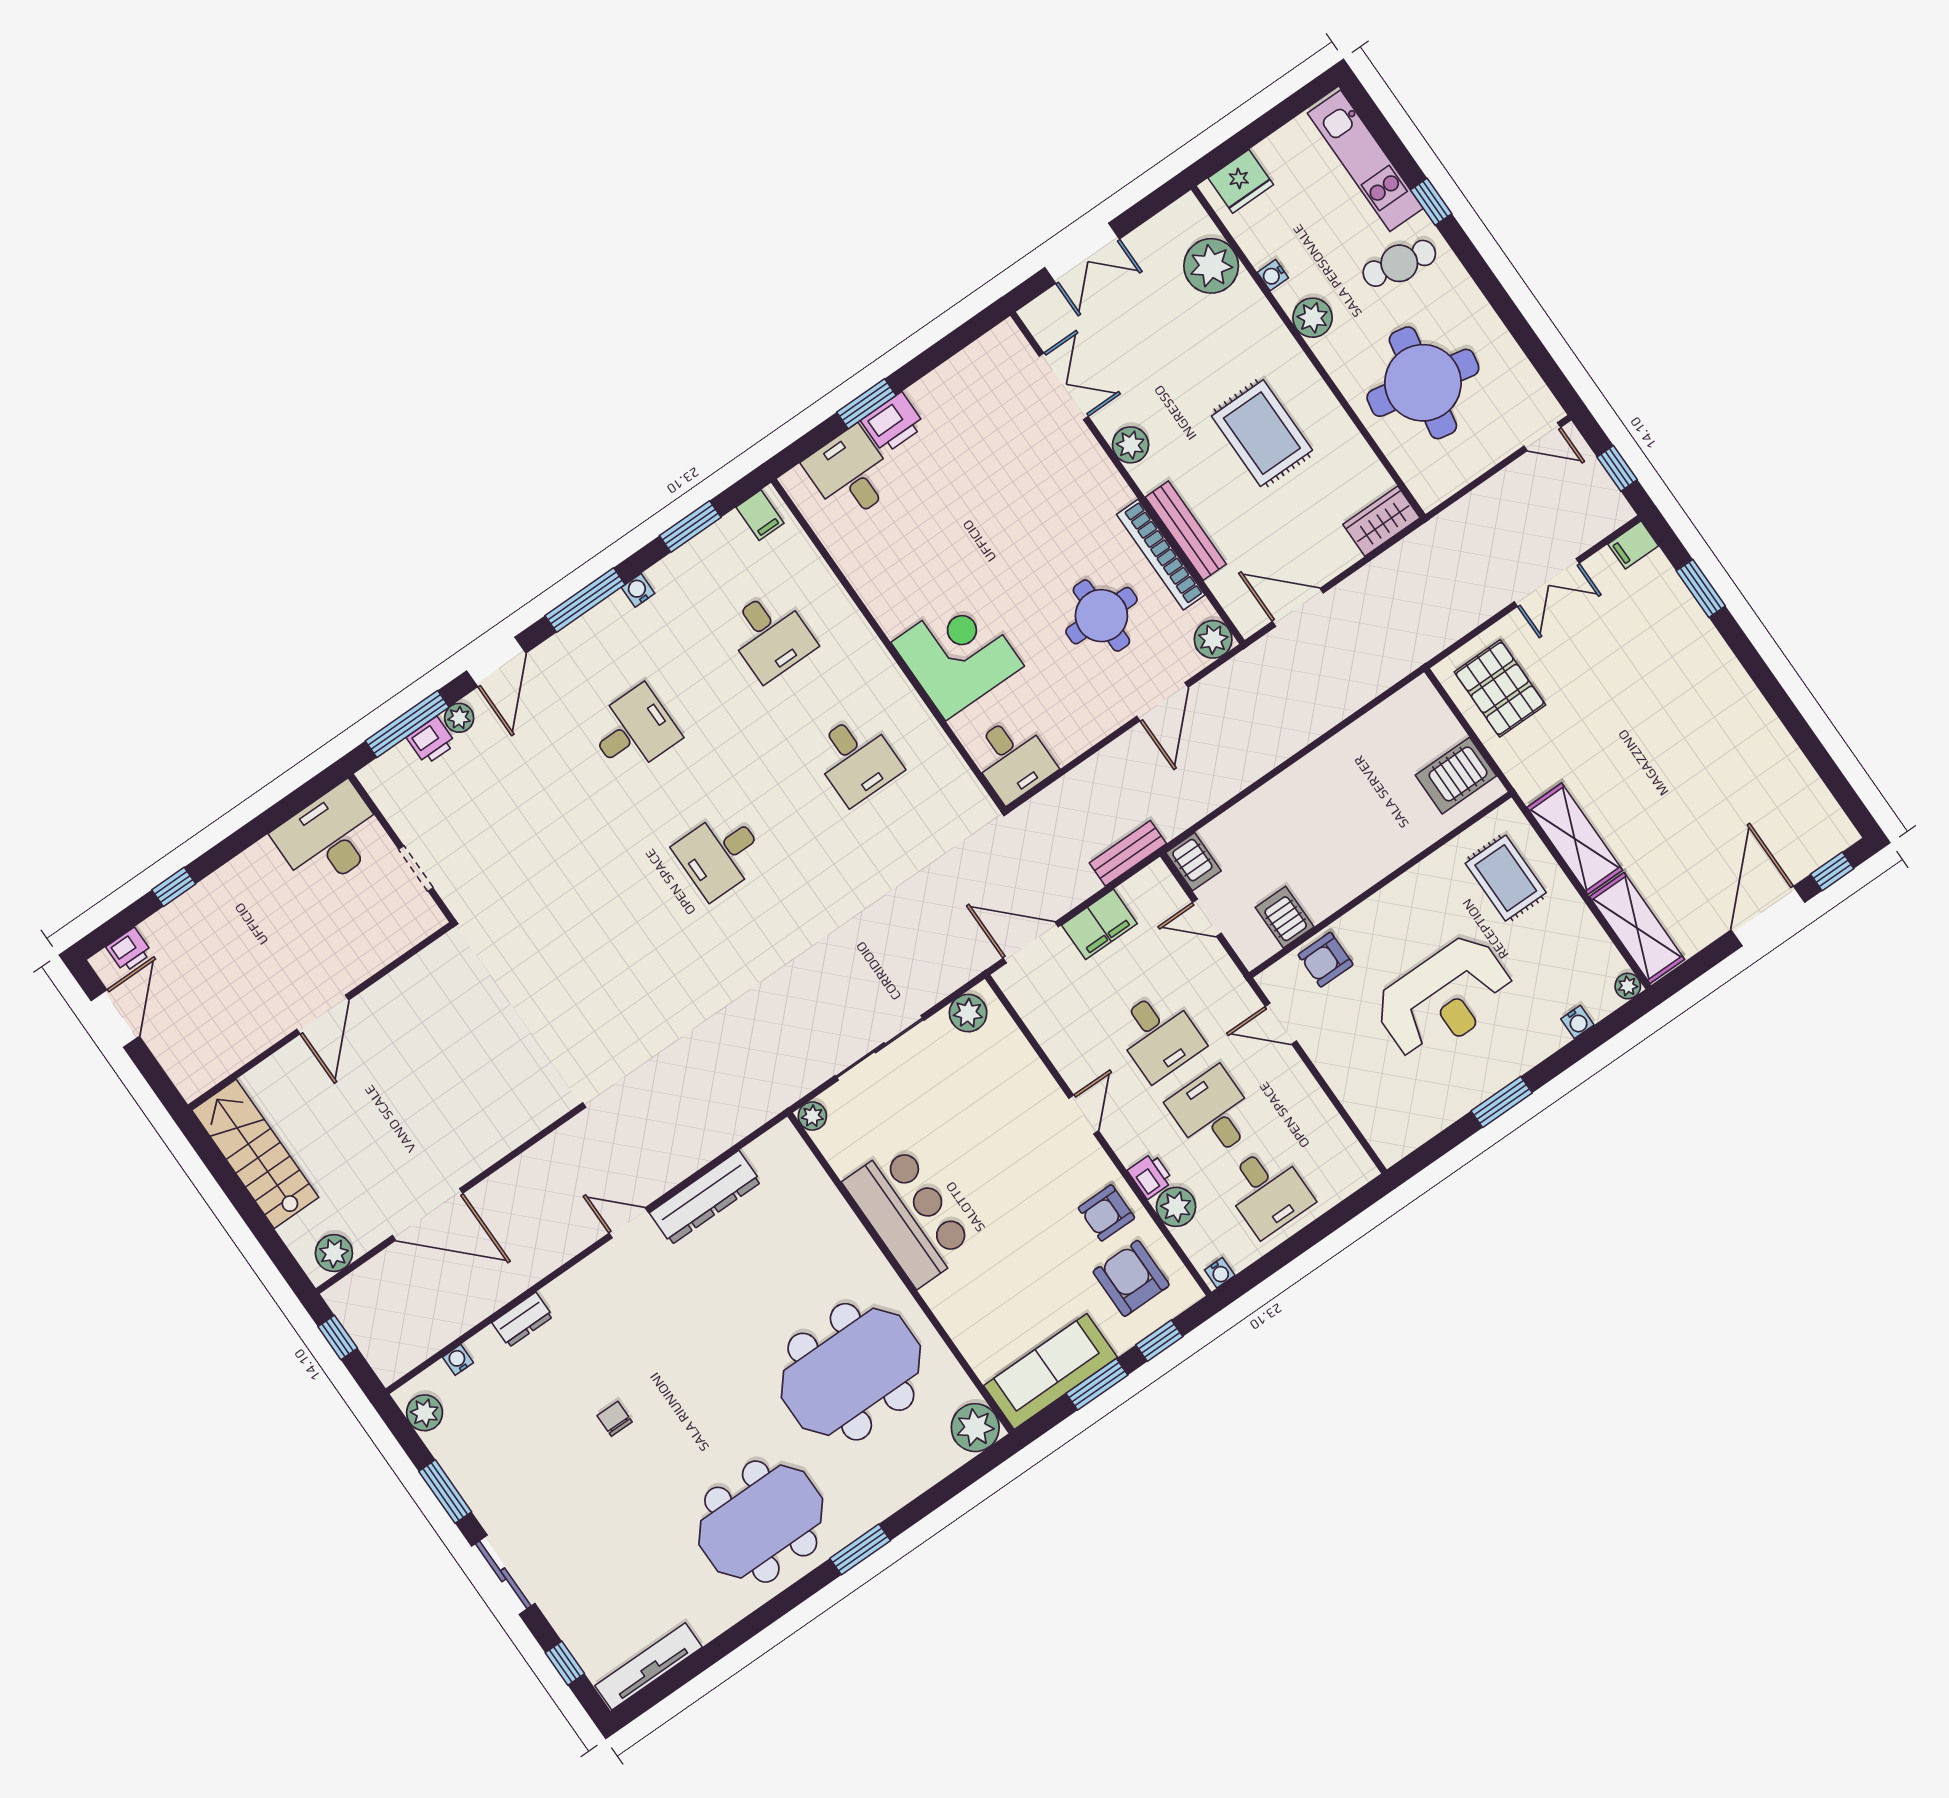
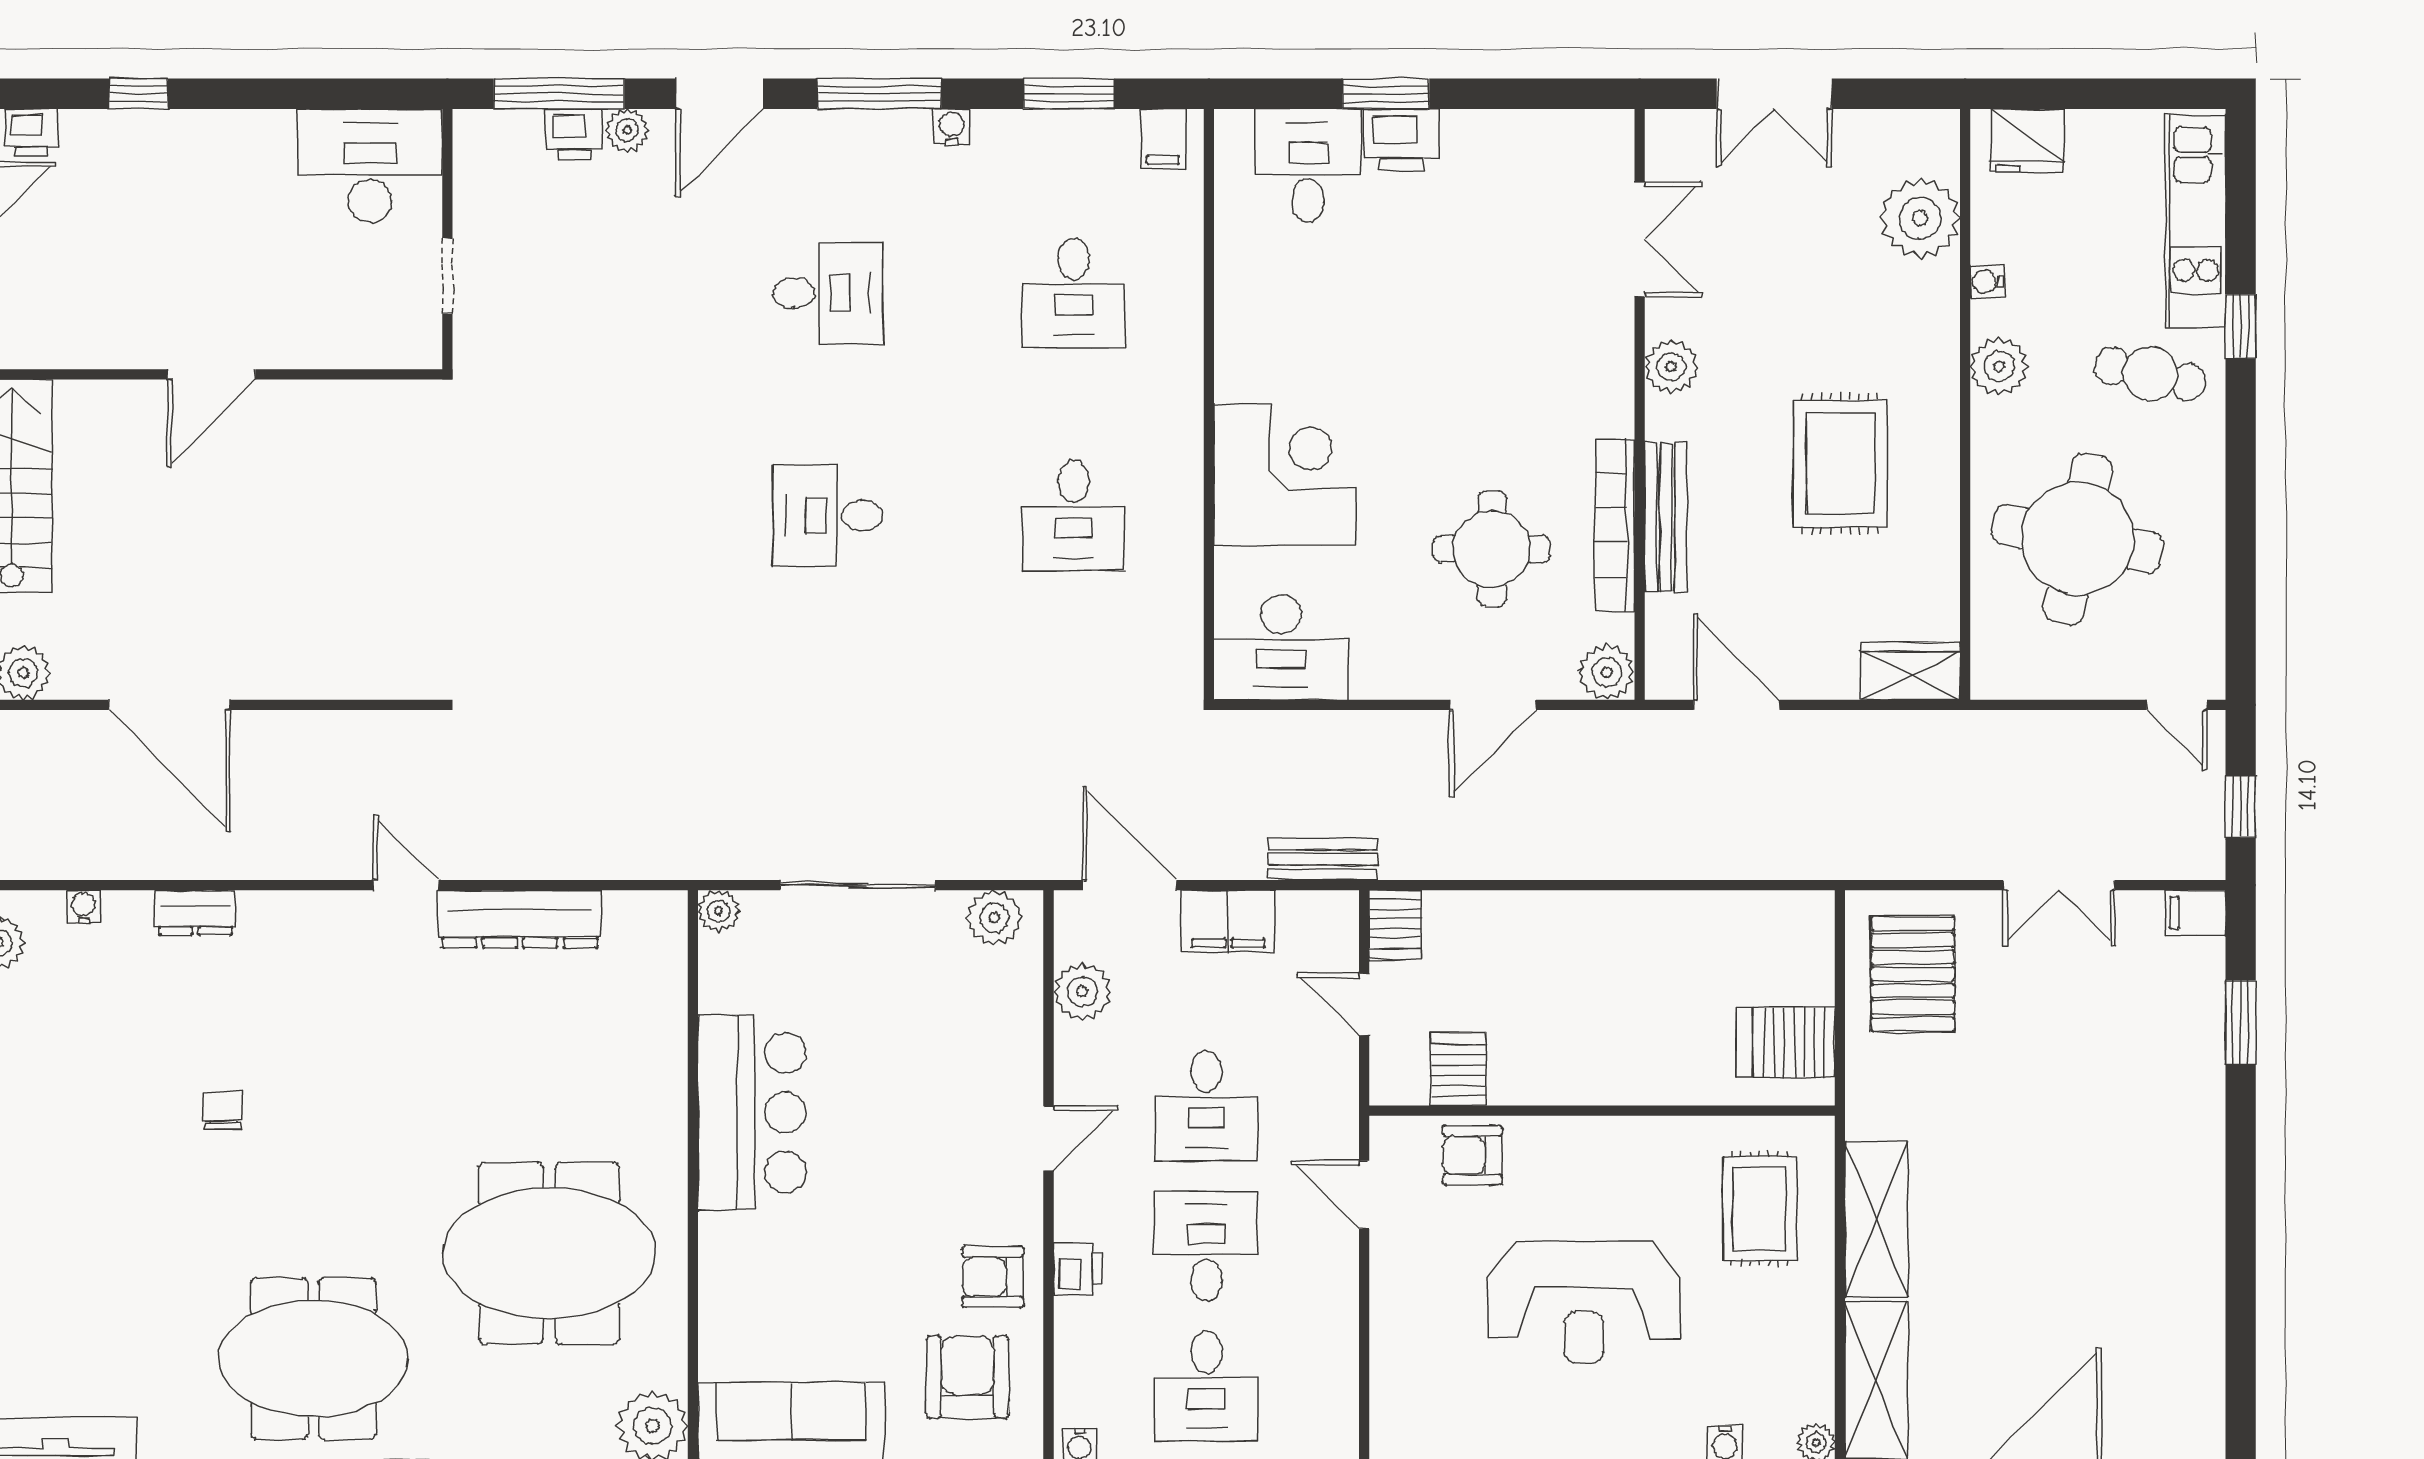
desk: (1012, 759) -> (1281, 647), width x1.37
plant: (1176, 1207) -> (1082, 992), moved

